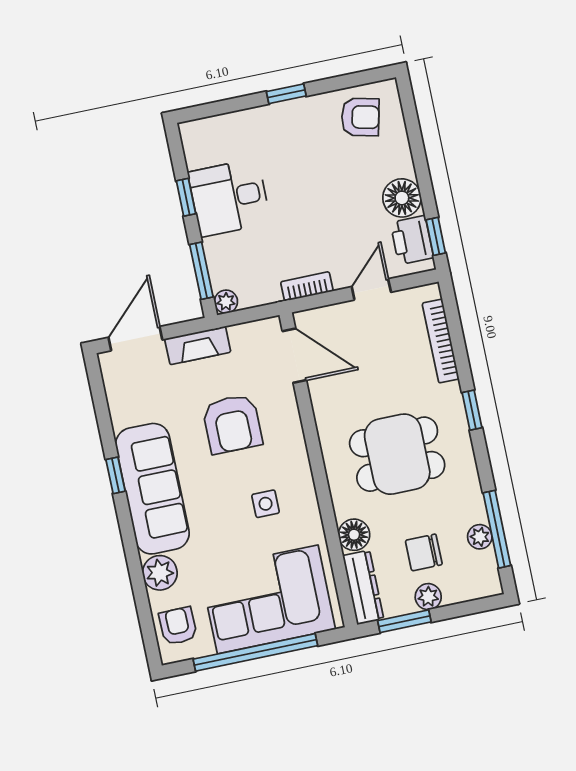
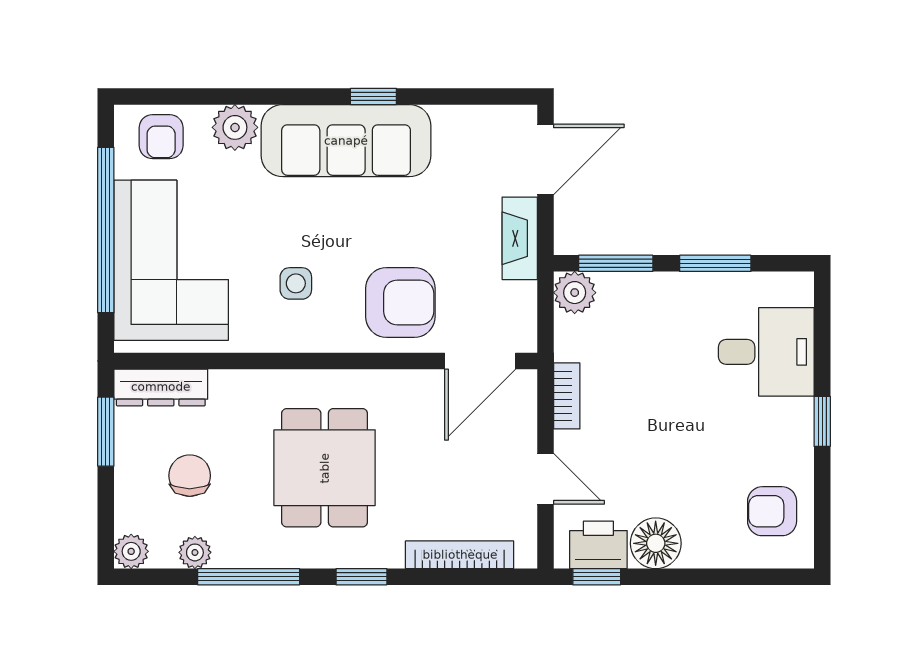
armchair: (360, 117) -> (772, 511), turned 77
window: (186, 197) -> (715, 263), width x1.50
desk: (229, 198) -> (766, 352), moved, turned 90
plant: (226, 302) -> (575, 293), width x1.38, depth x1.38
door: (135, 339) -> (545, 159), hinge flipped
armchair: (232, 424) -> (400, 302), moved, turned 180
window: (497, 529) -> (249, 577), moved
floor lamp: (354, 535) -> (232, 390), removed
plant: (428, 597) -> (131, 551), moved
armchair: (178, 626) -> (161, 137), turned 91

